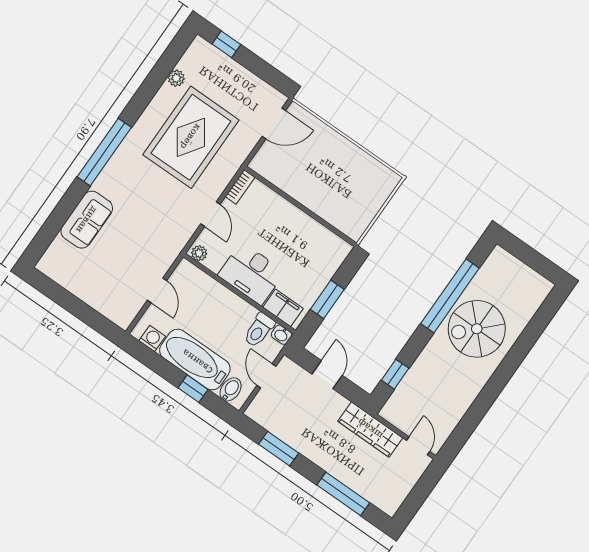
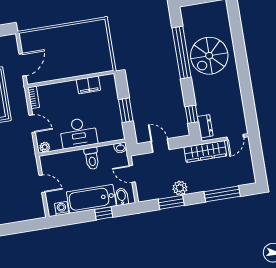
door: (274, 124) -> (23, 65), moved
filing cabinet: (283, 308) -> (88, 85), moved, turned 180
toilet: (259, 330) -> (92, 158), moved
dresser: (397, 402) -> (205, 126), added
plant: (303, 442) -> (180, 188), added
door: (418, 446) -> (235, 137), swing flipped

